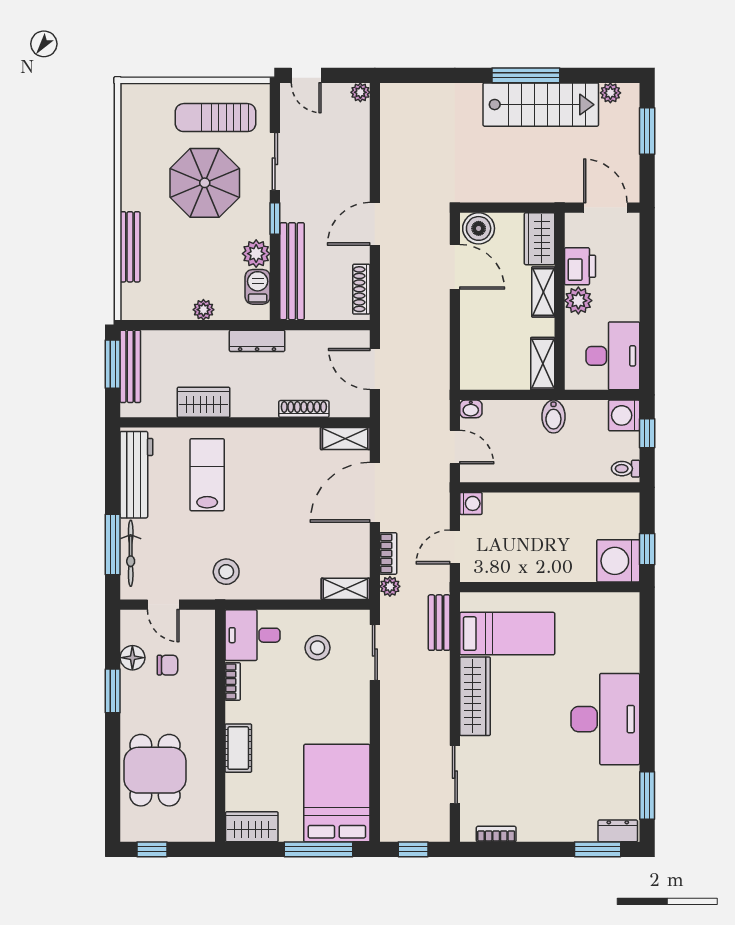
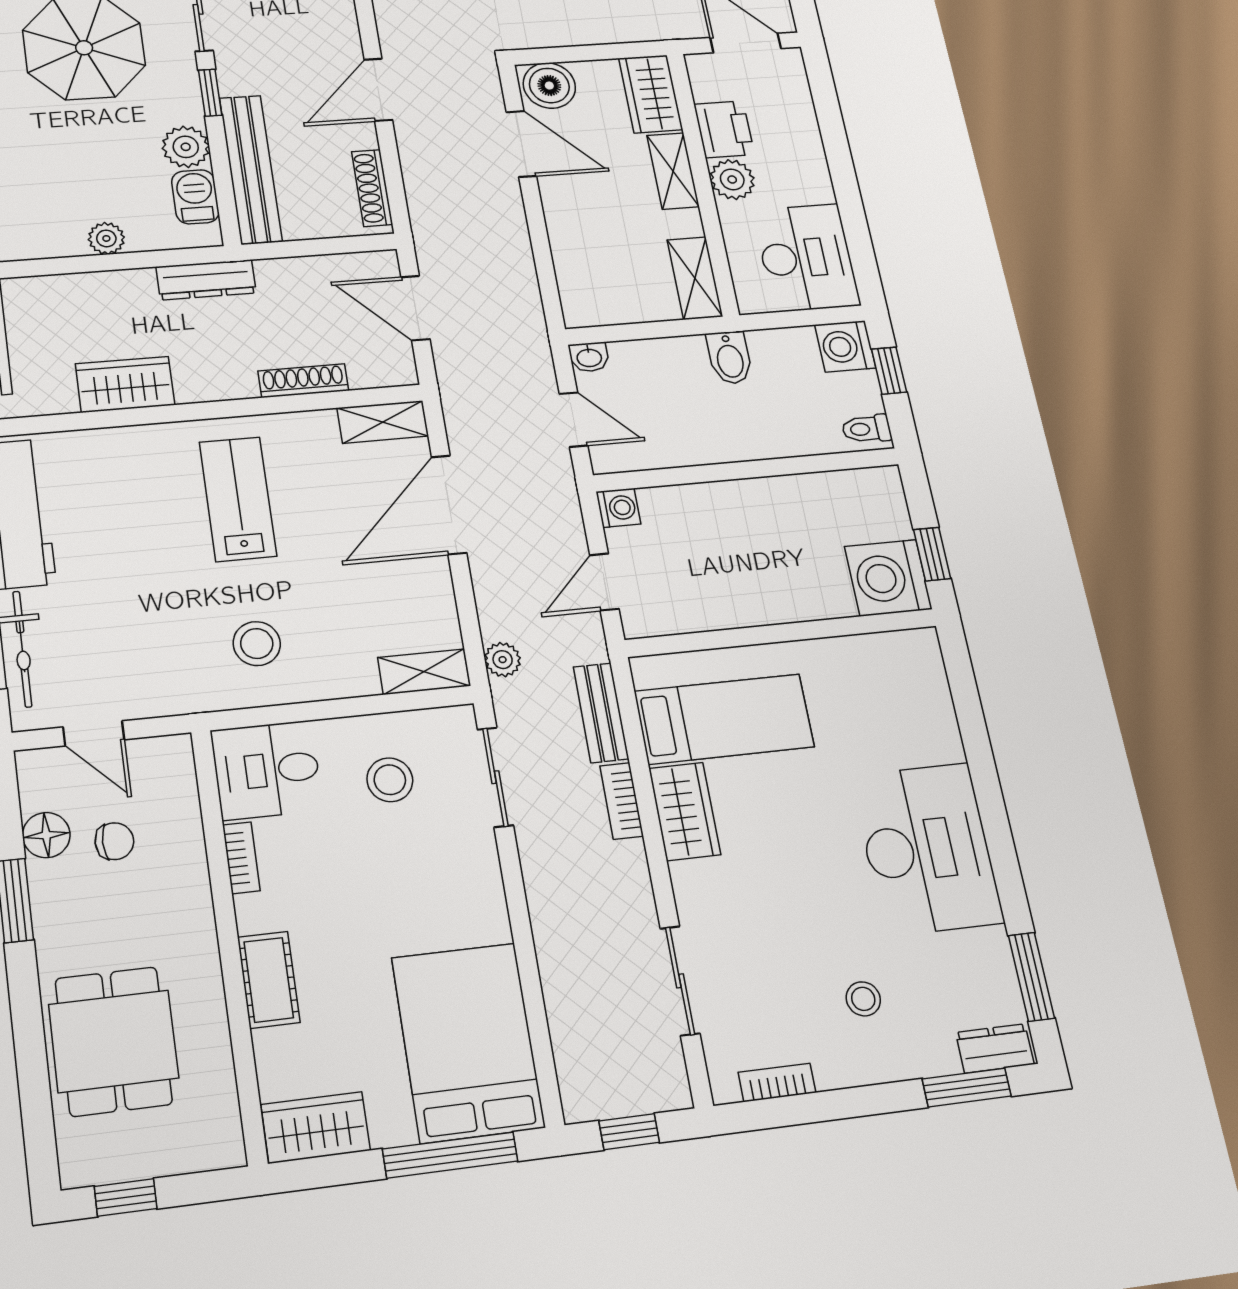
lab bench: (207, 475) -> (238, 499), moved
bookcase: (388, 553) -> (622, 801), moved, turned 180
stool: (226, 572) -> (257, 644), moved
wardrobe: (475, 696) -> (685, 811), width x0.67
stool: (552, 796) -> (863, 999), added

